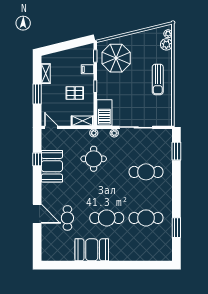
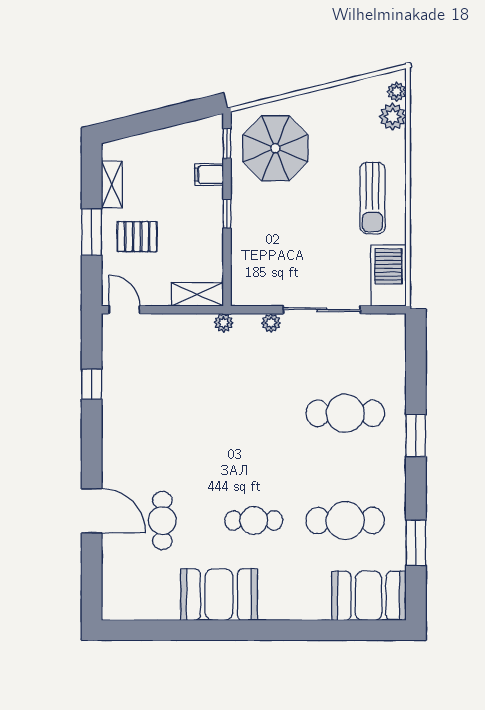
pallet: (75, 93) -> (137, 237), moved
barbecue: (104, 113) -> (388, 276), moved, turned 180
window: (176, 151) -> (416, 436), moved
round table: (94, 159) -> (223, 383), removed
booth: (52, 166) -> (369, 596), moved, turned 90
cafe table: (107, 218) -> (254, 521), width x0.73, depth x0.74

